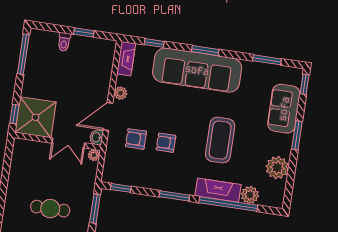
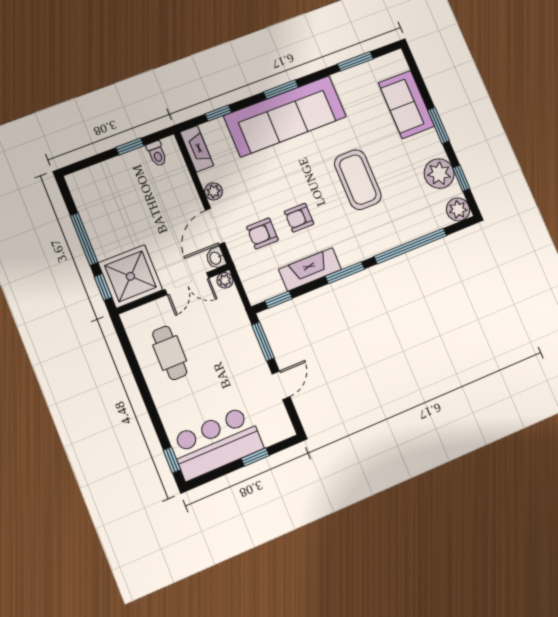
toilet: (64, 42) -> (157, 154), moved
window: (23, 54) -> (84, 239), moved
window: (305, 84) -> (461, 178), moved
fireplace: (218, 190) -> (310, 269), moved
plant: (250, 195) -> (458, 209), moved
cafe table: (50, 209) -> (170, 353), moved, turned 90

